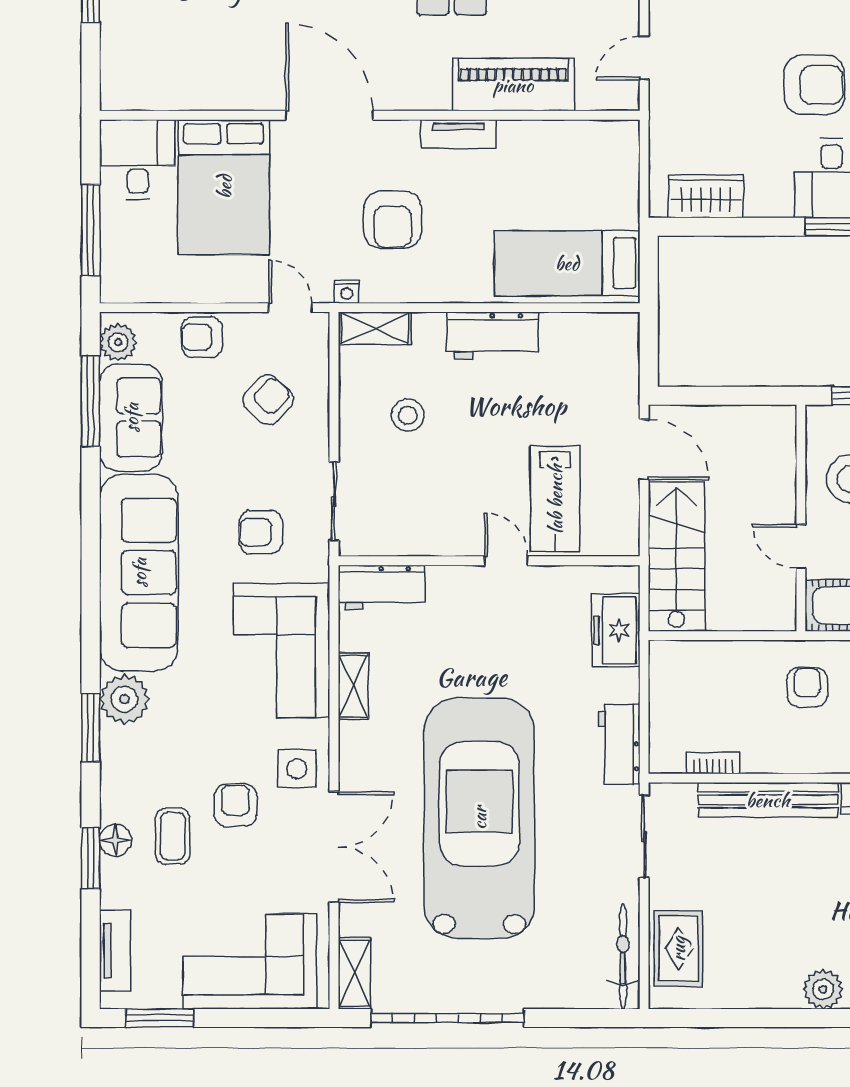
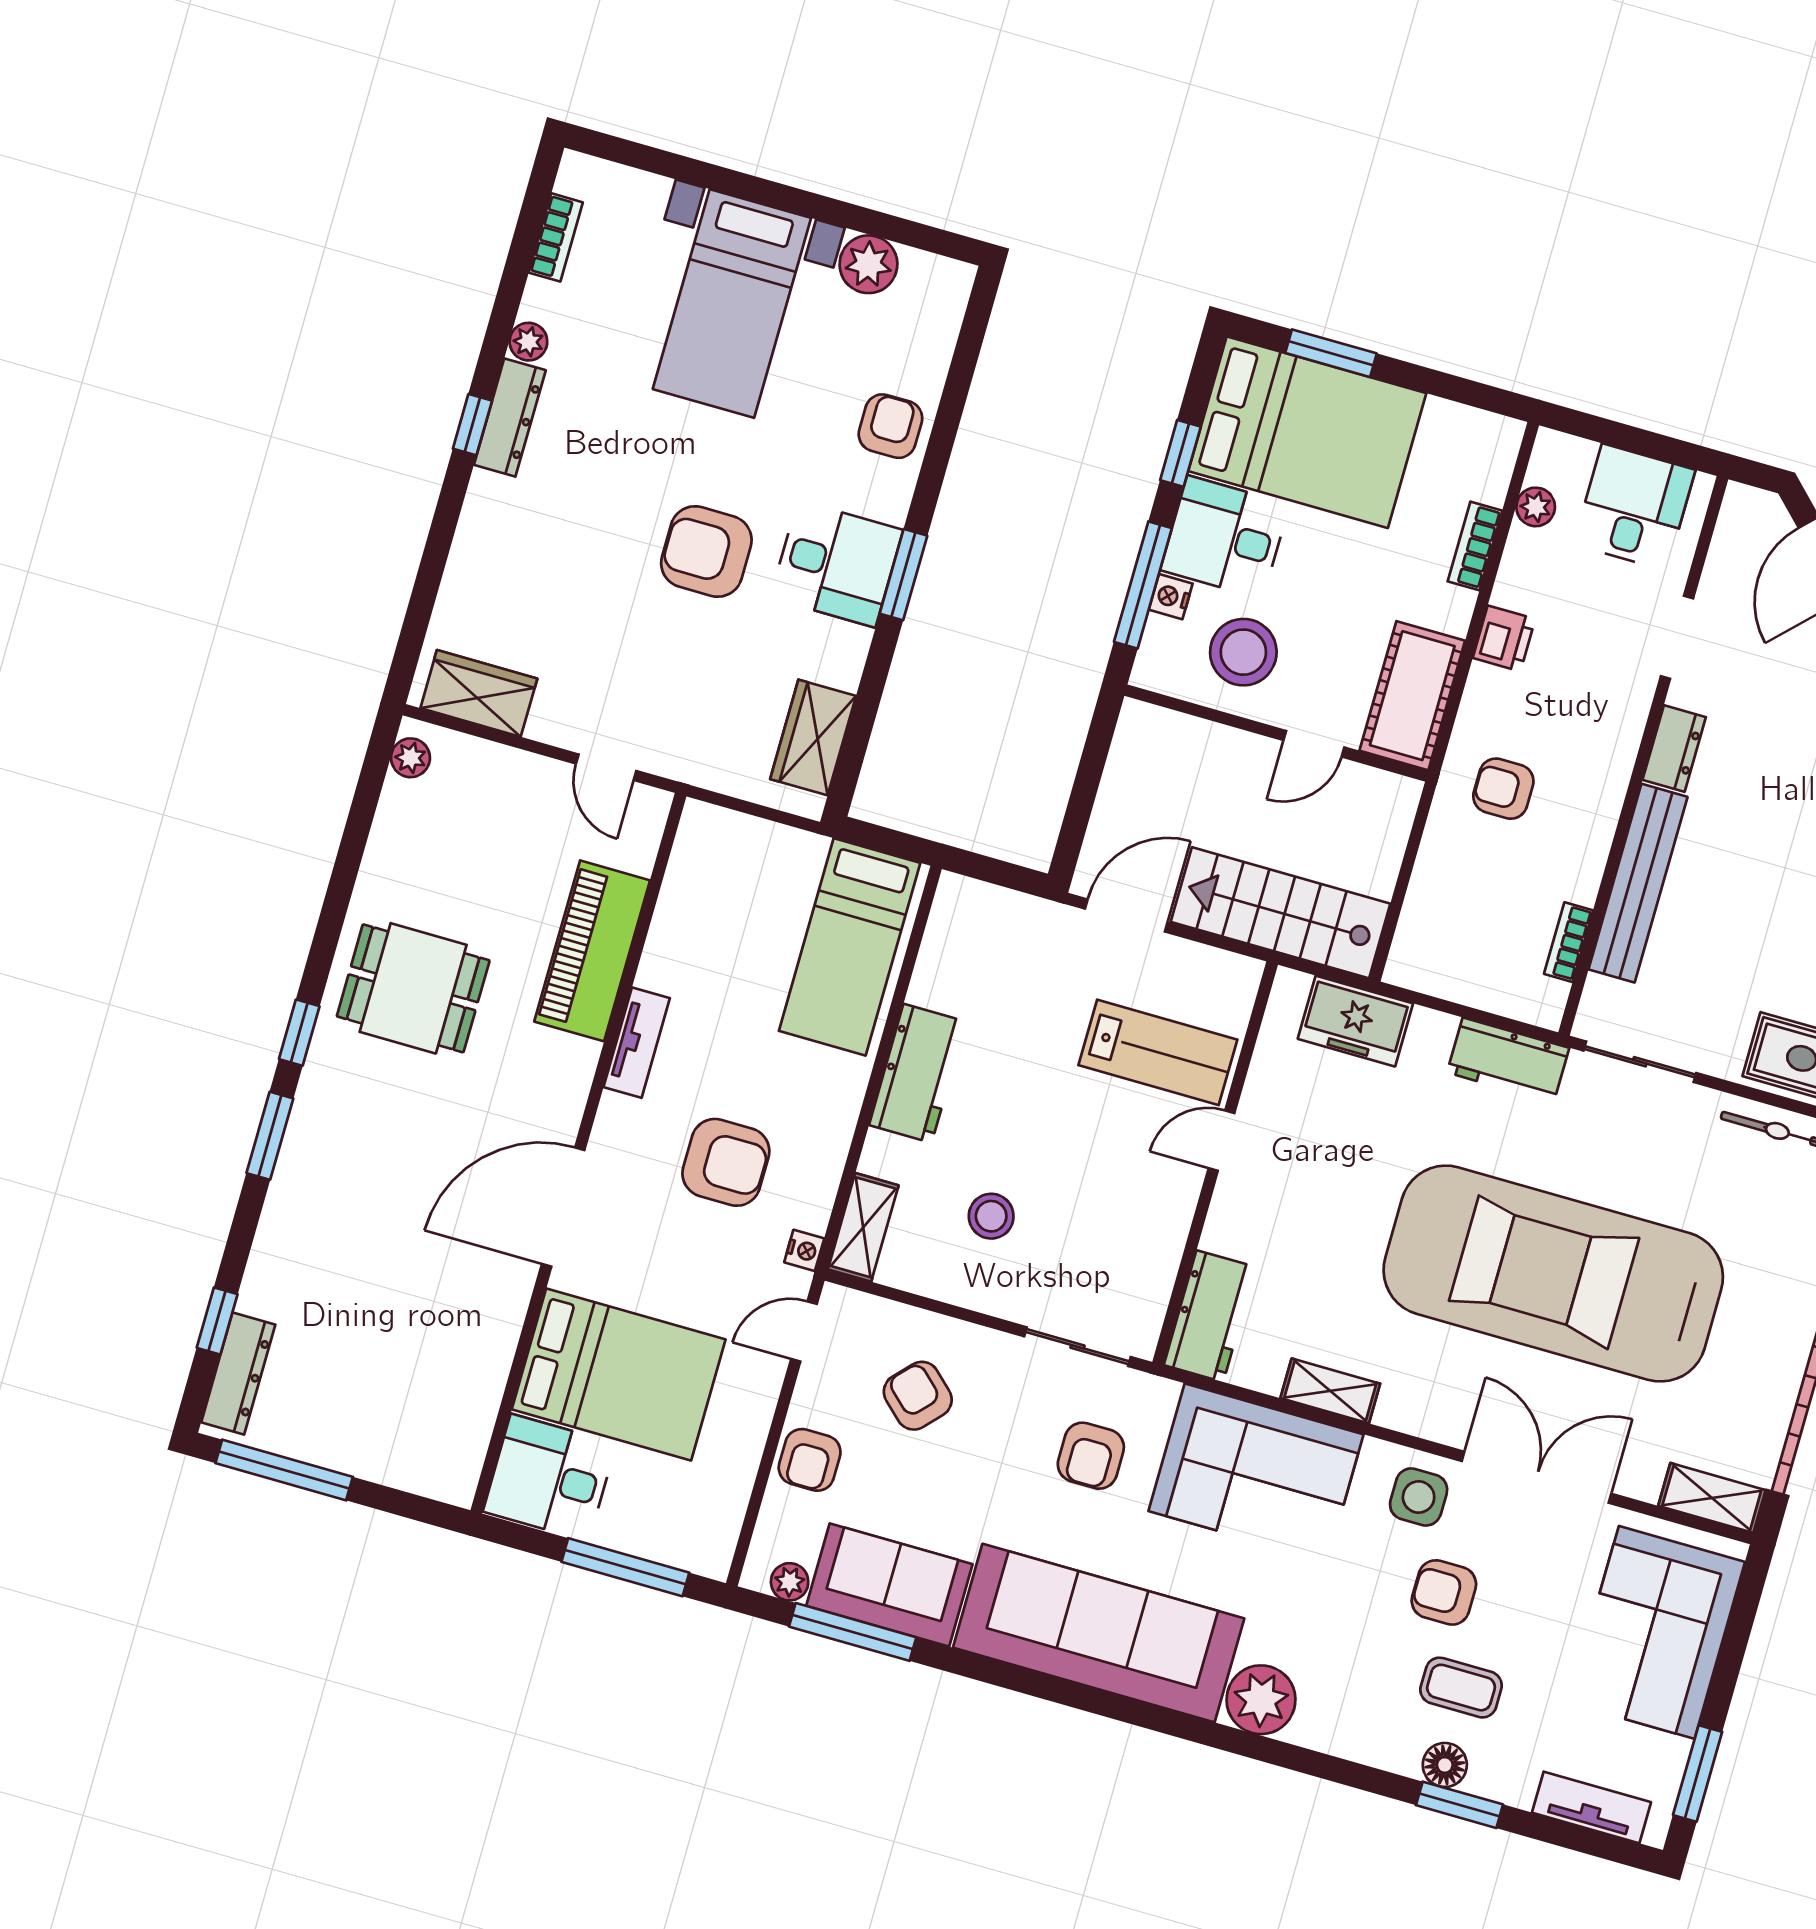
armchair: (814, 85) -> (706, 551), turned -90
plant: (118, 342) -> (790, 1582), width x0.73, depth x0.73
window: (91, 727) -> (1286, 1755), removed

